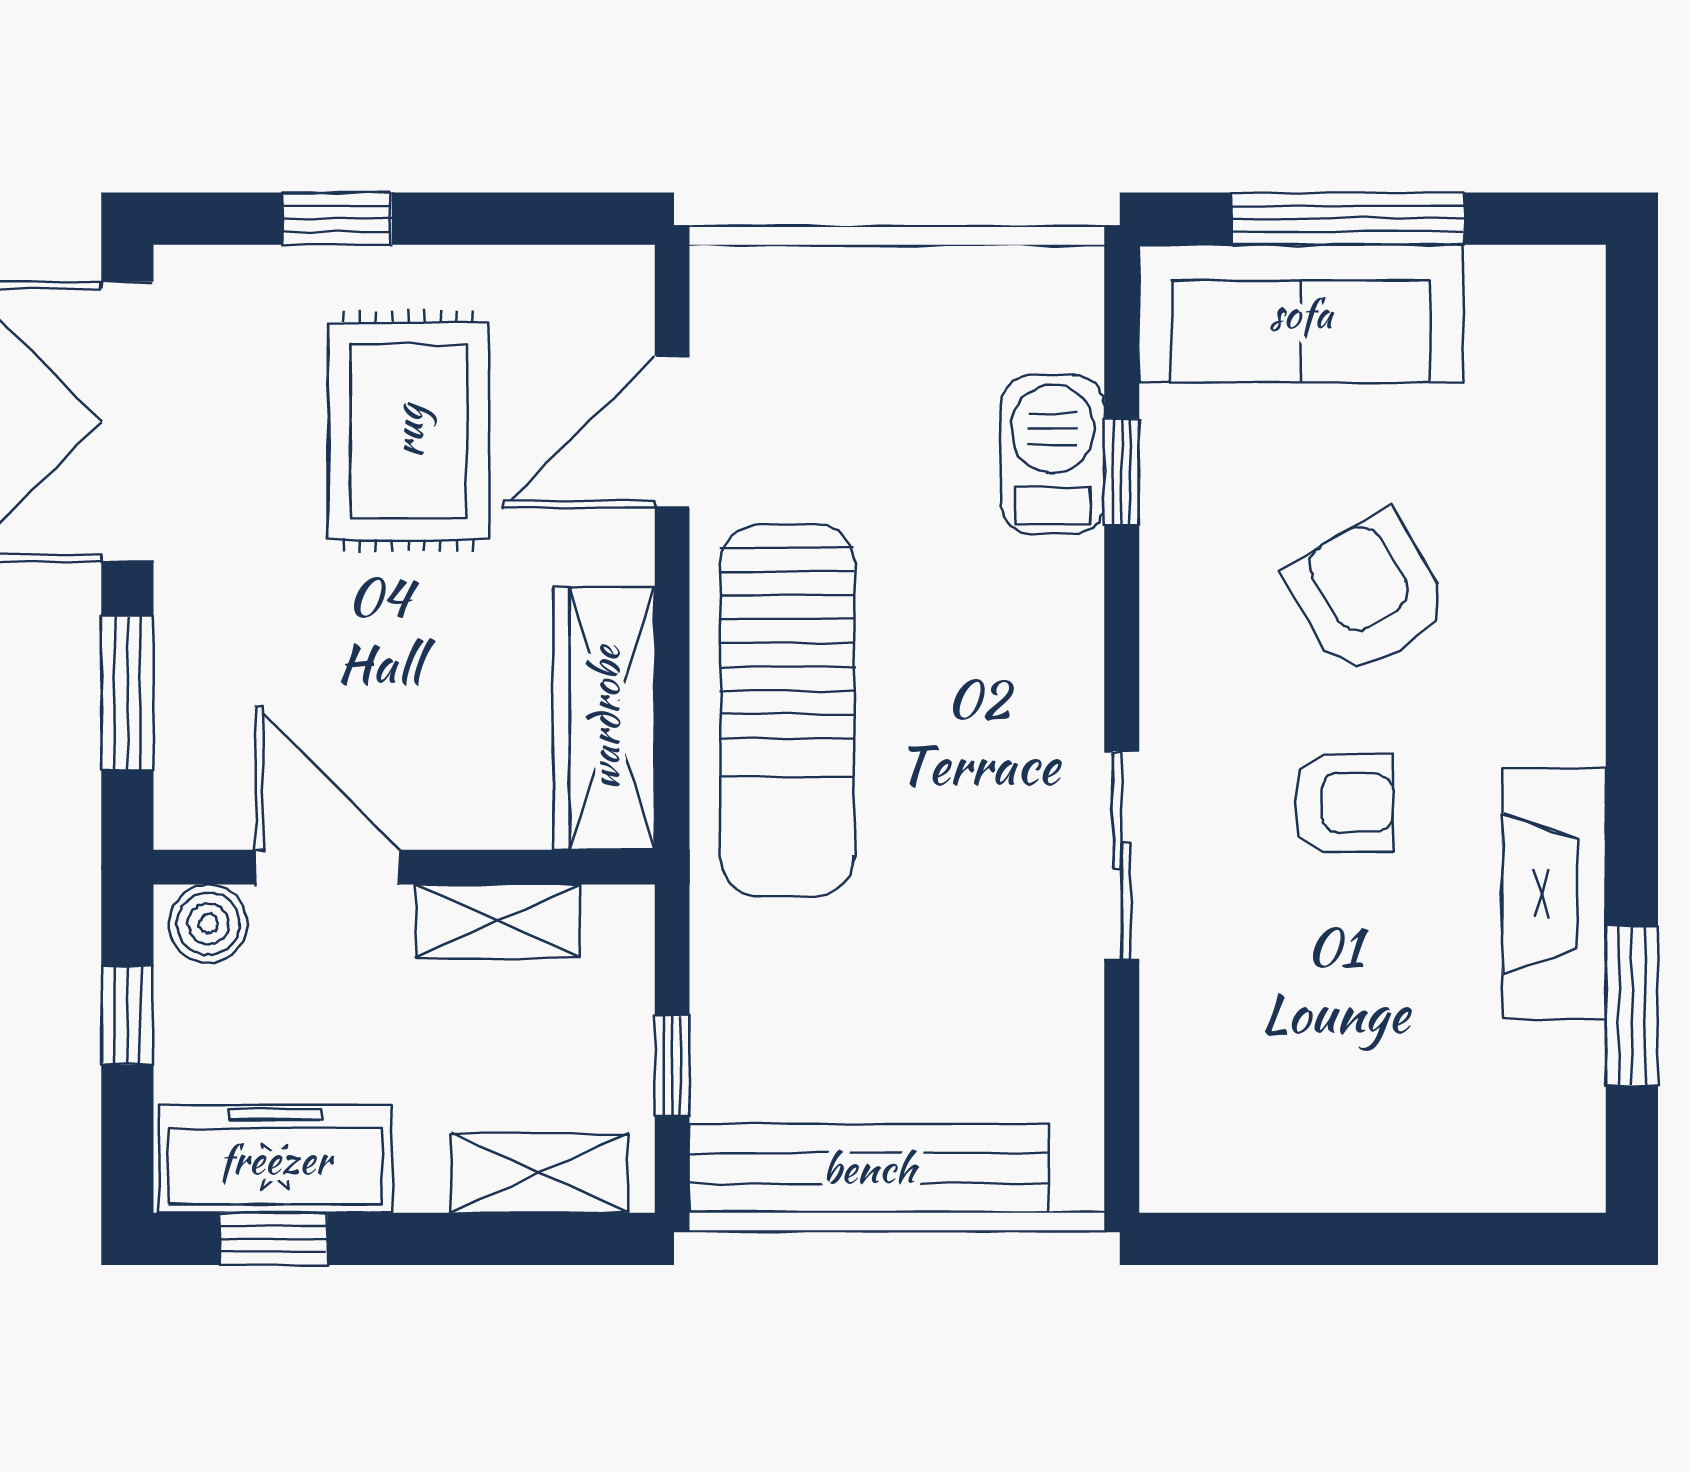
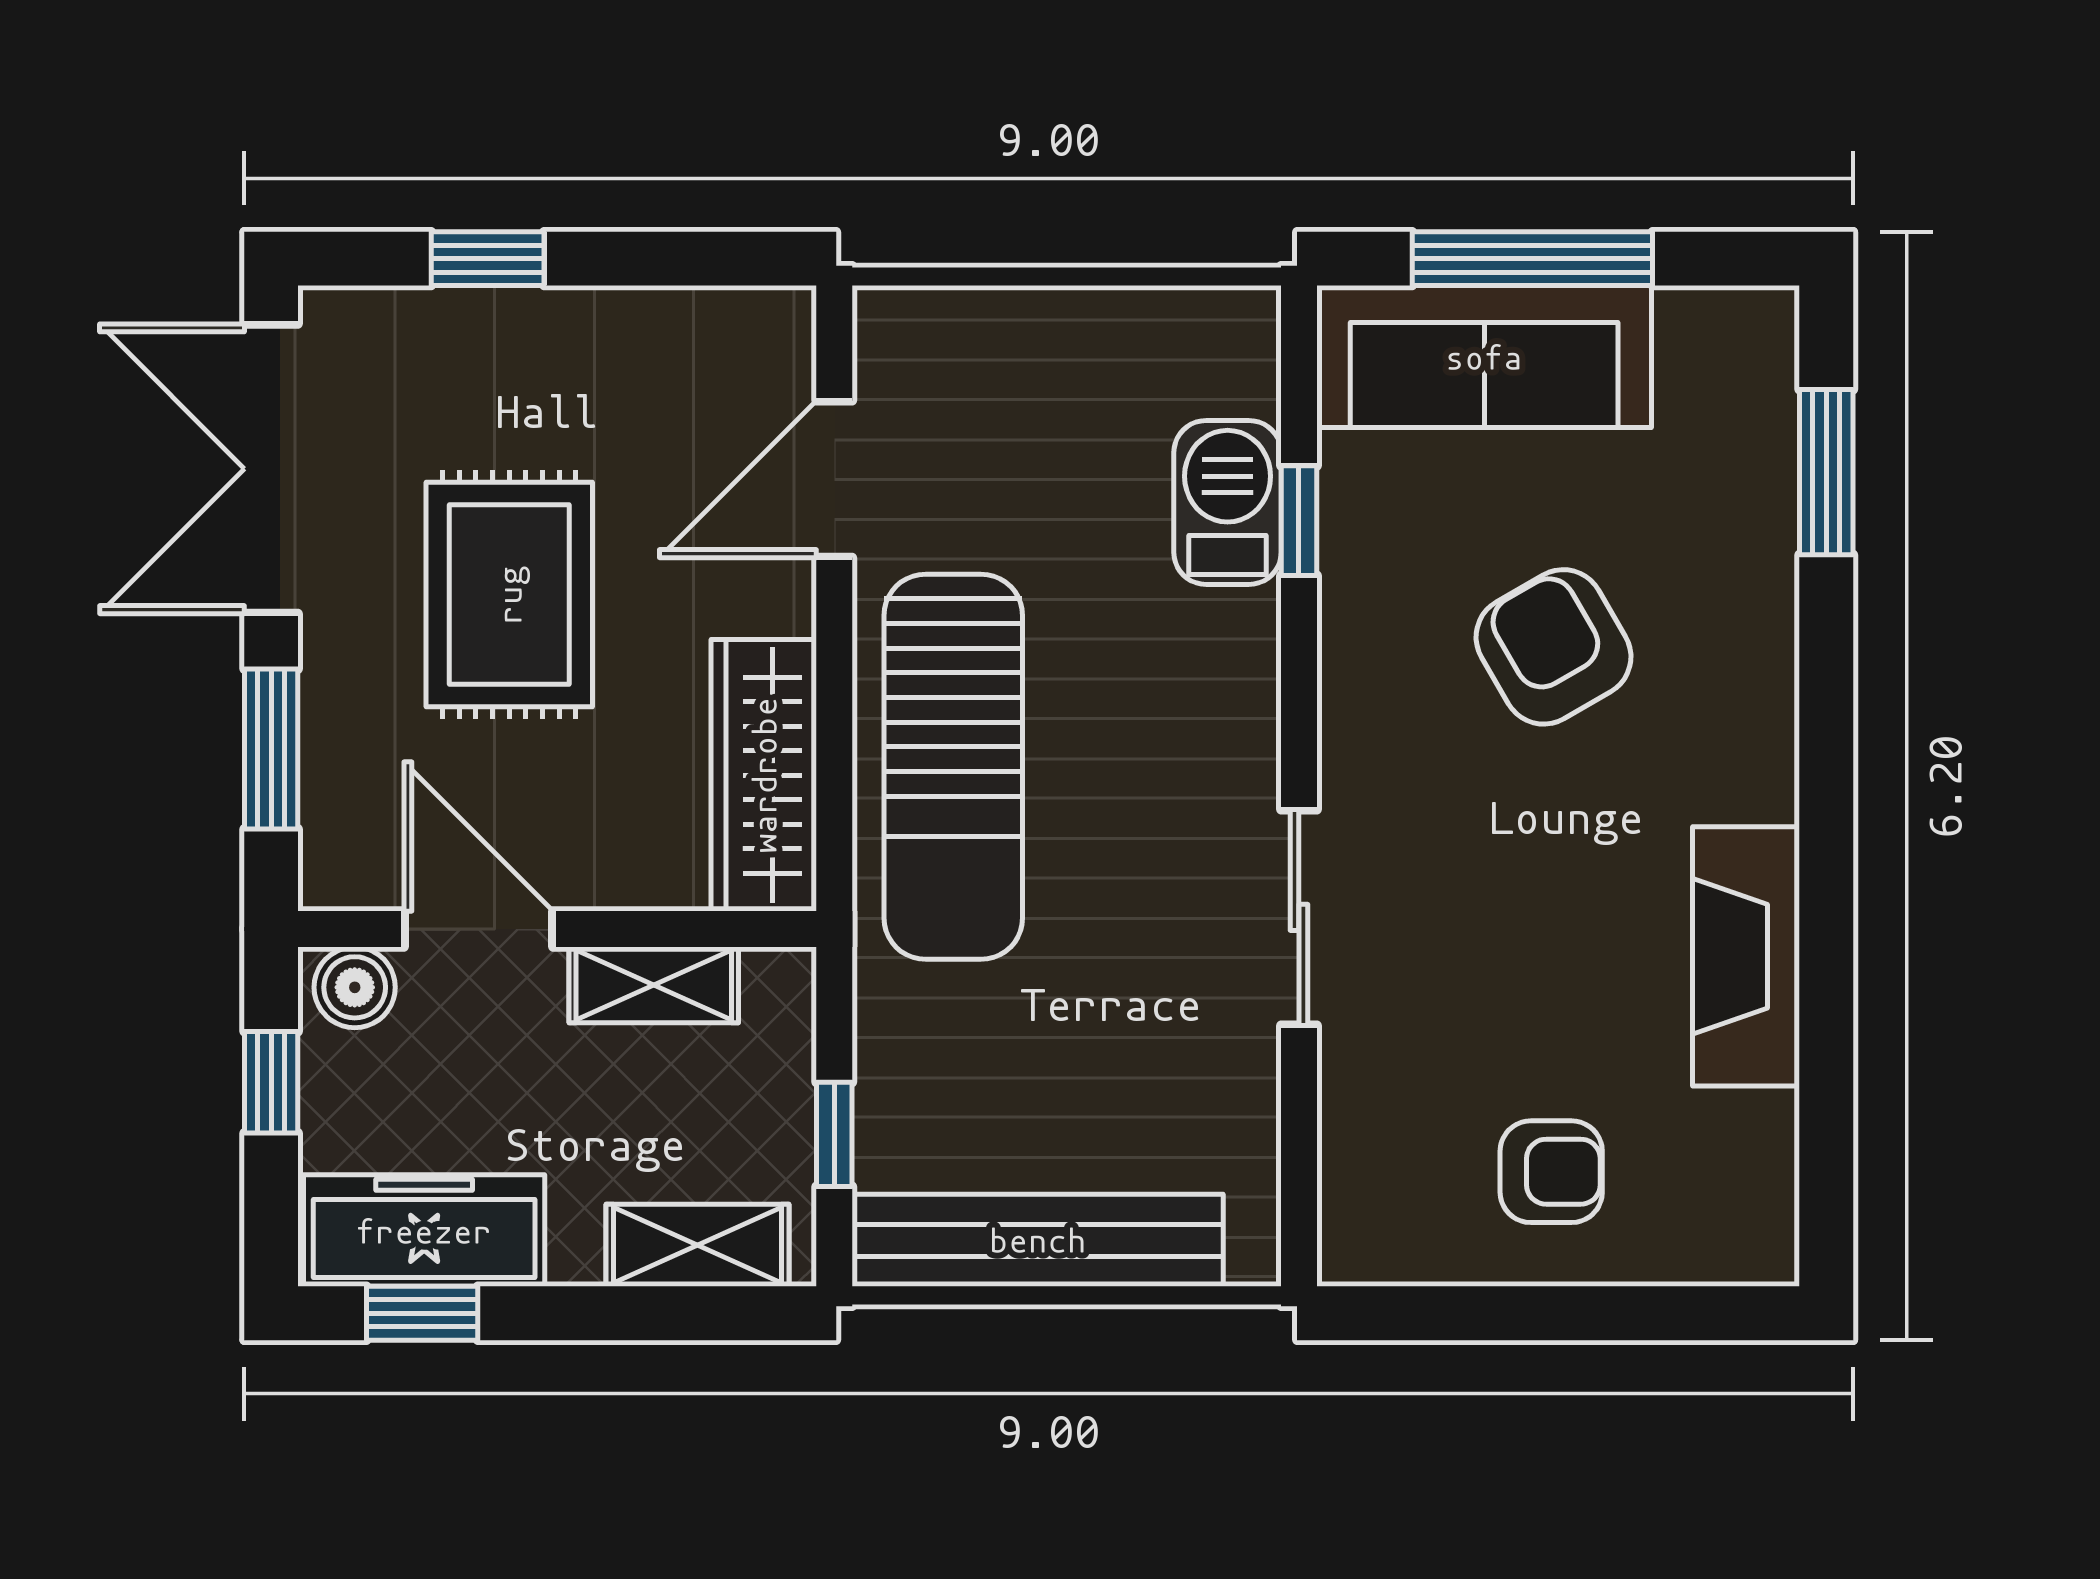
rug: (408, 431) -> (509, 595), moved
armchair: (1343, 803) -> (1551, 1172), moved
window: (1632, 1006) -> (1826, 472), moved

